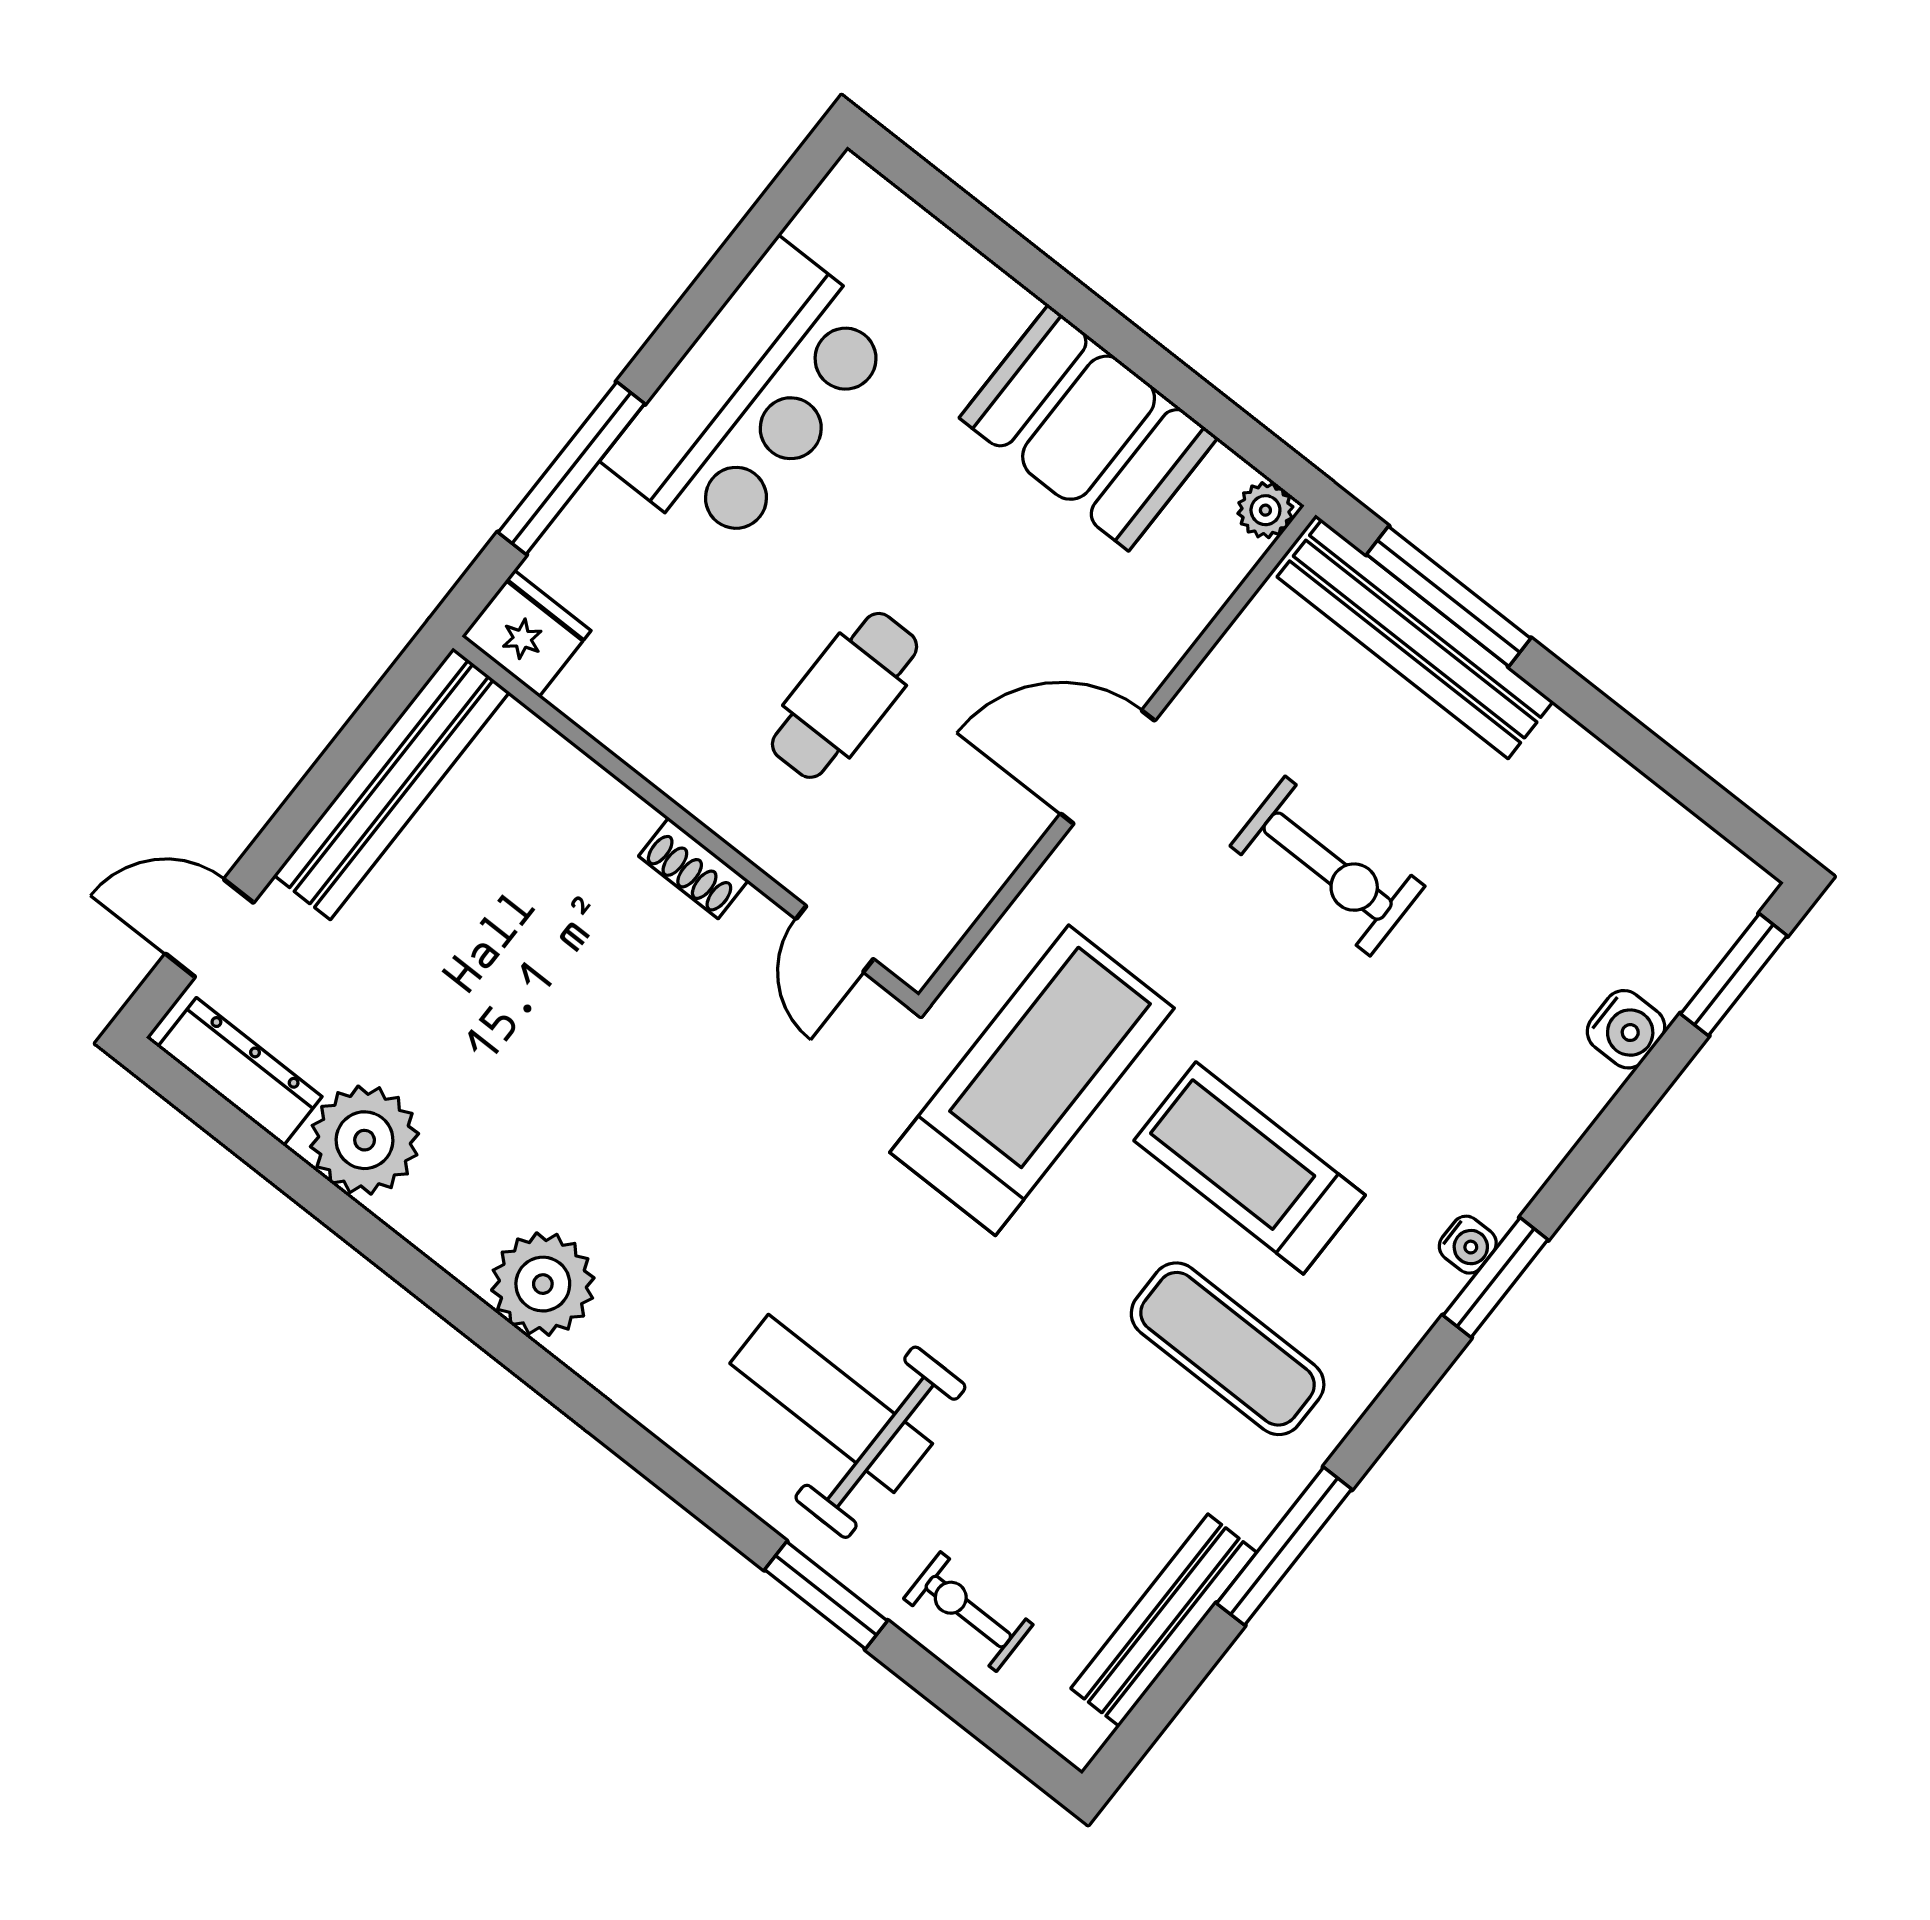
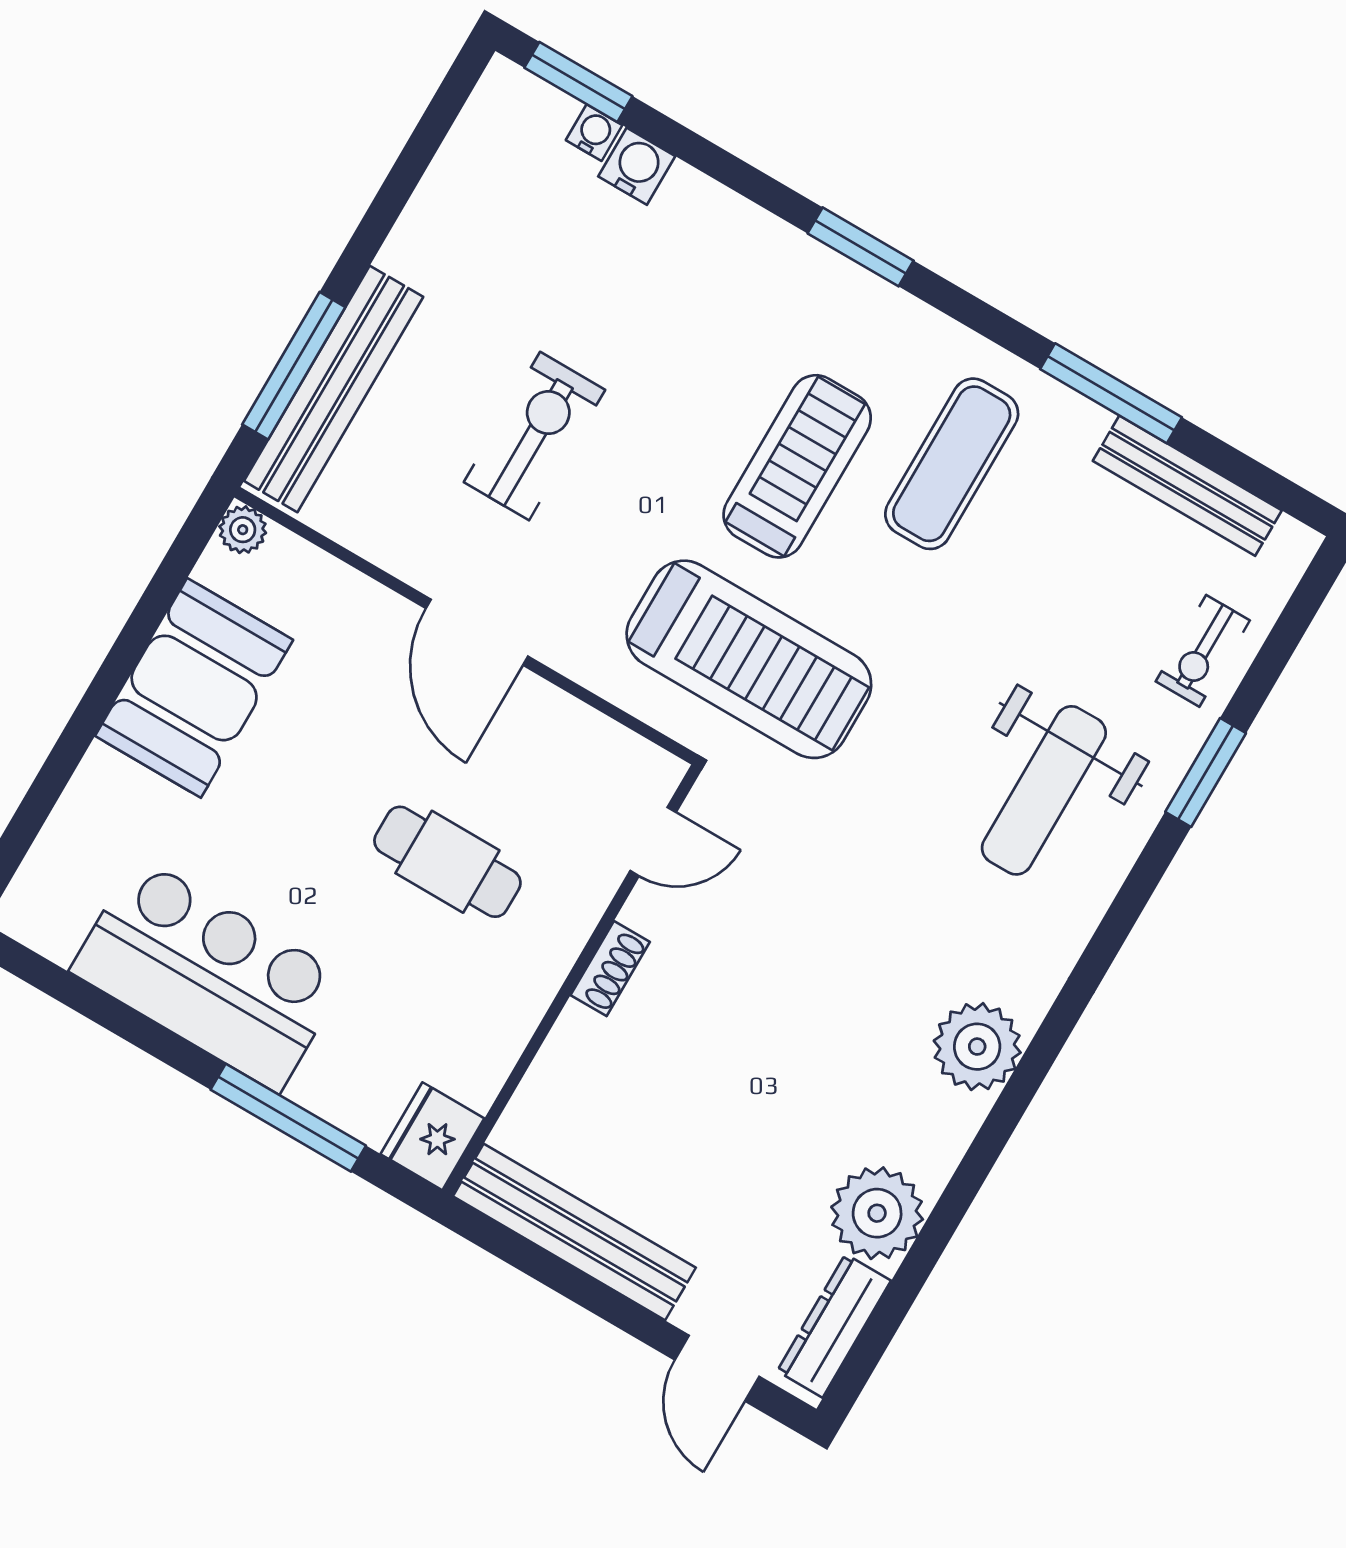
treadmill: (1032, 1080) -> (749, 659), turned 180
treadmill: (1250, 1168) -> (797, 466), turned 180
water cooler: (1468, 1245) -> (594, 133), moved

